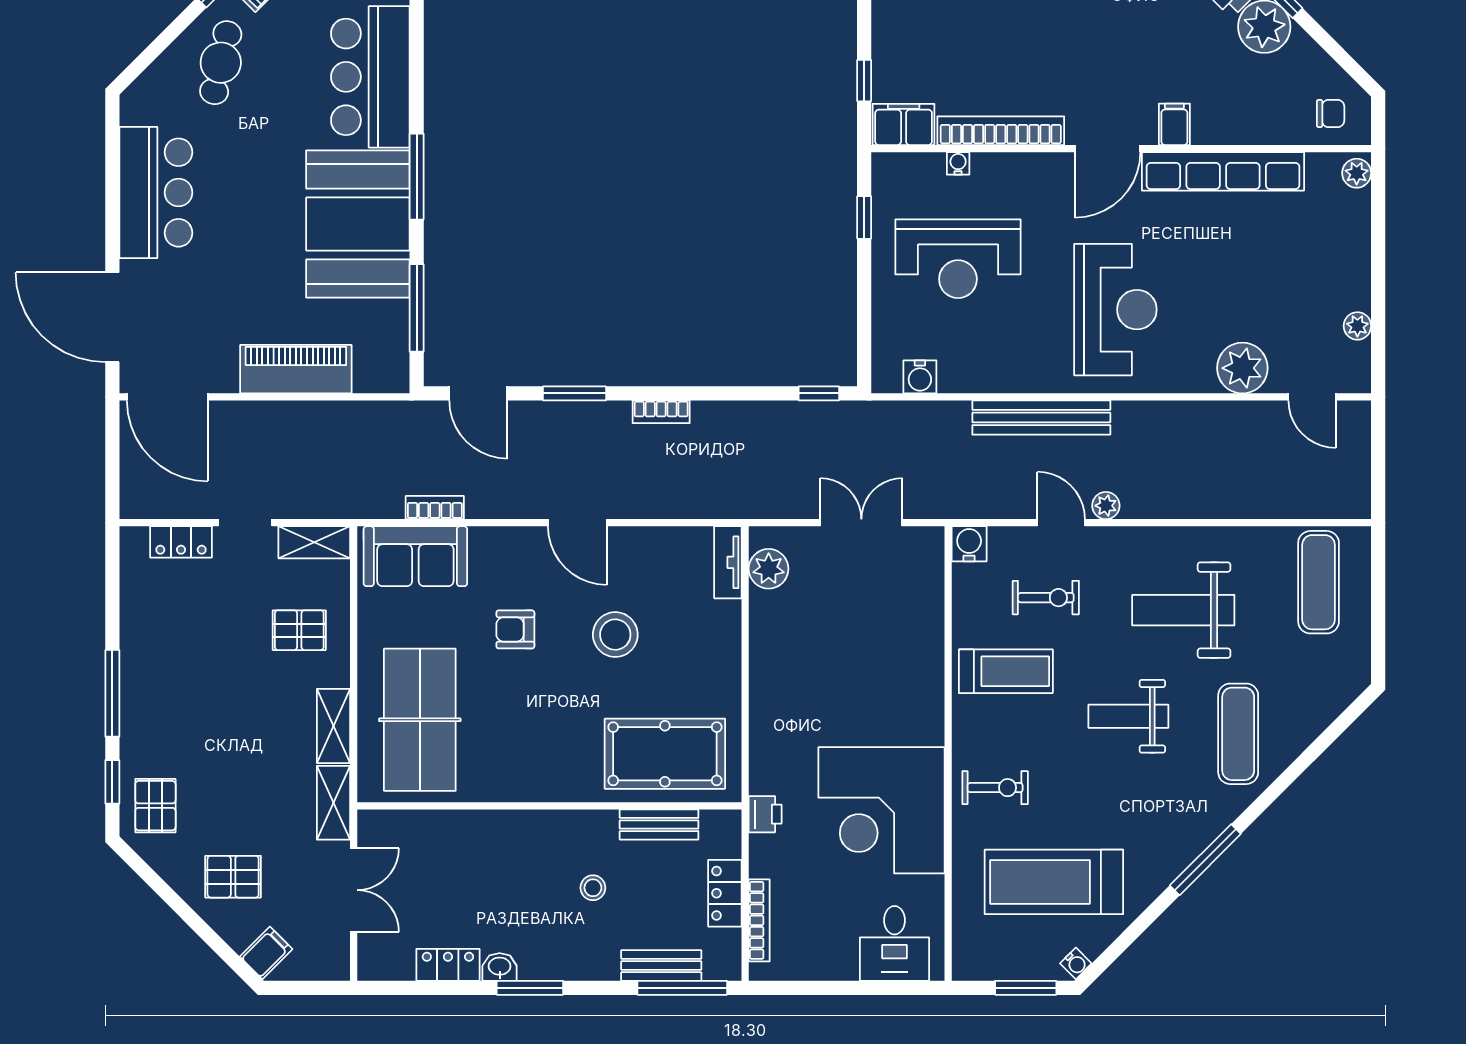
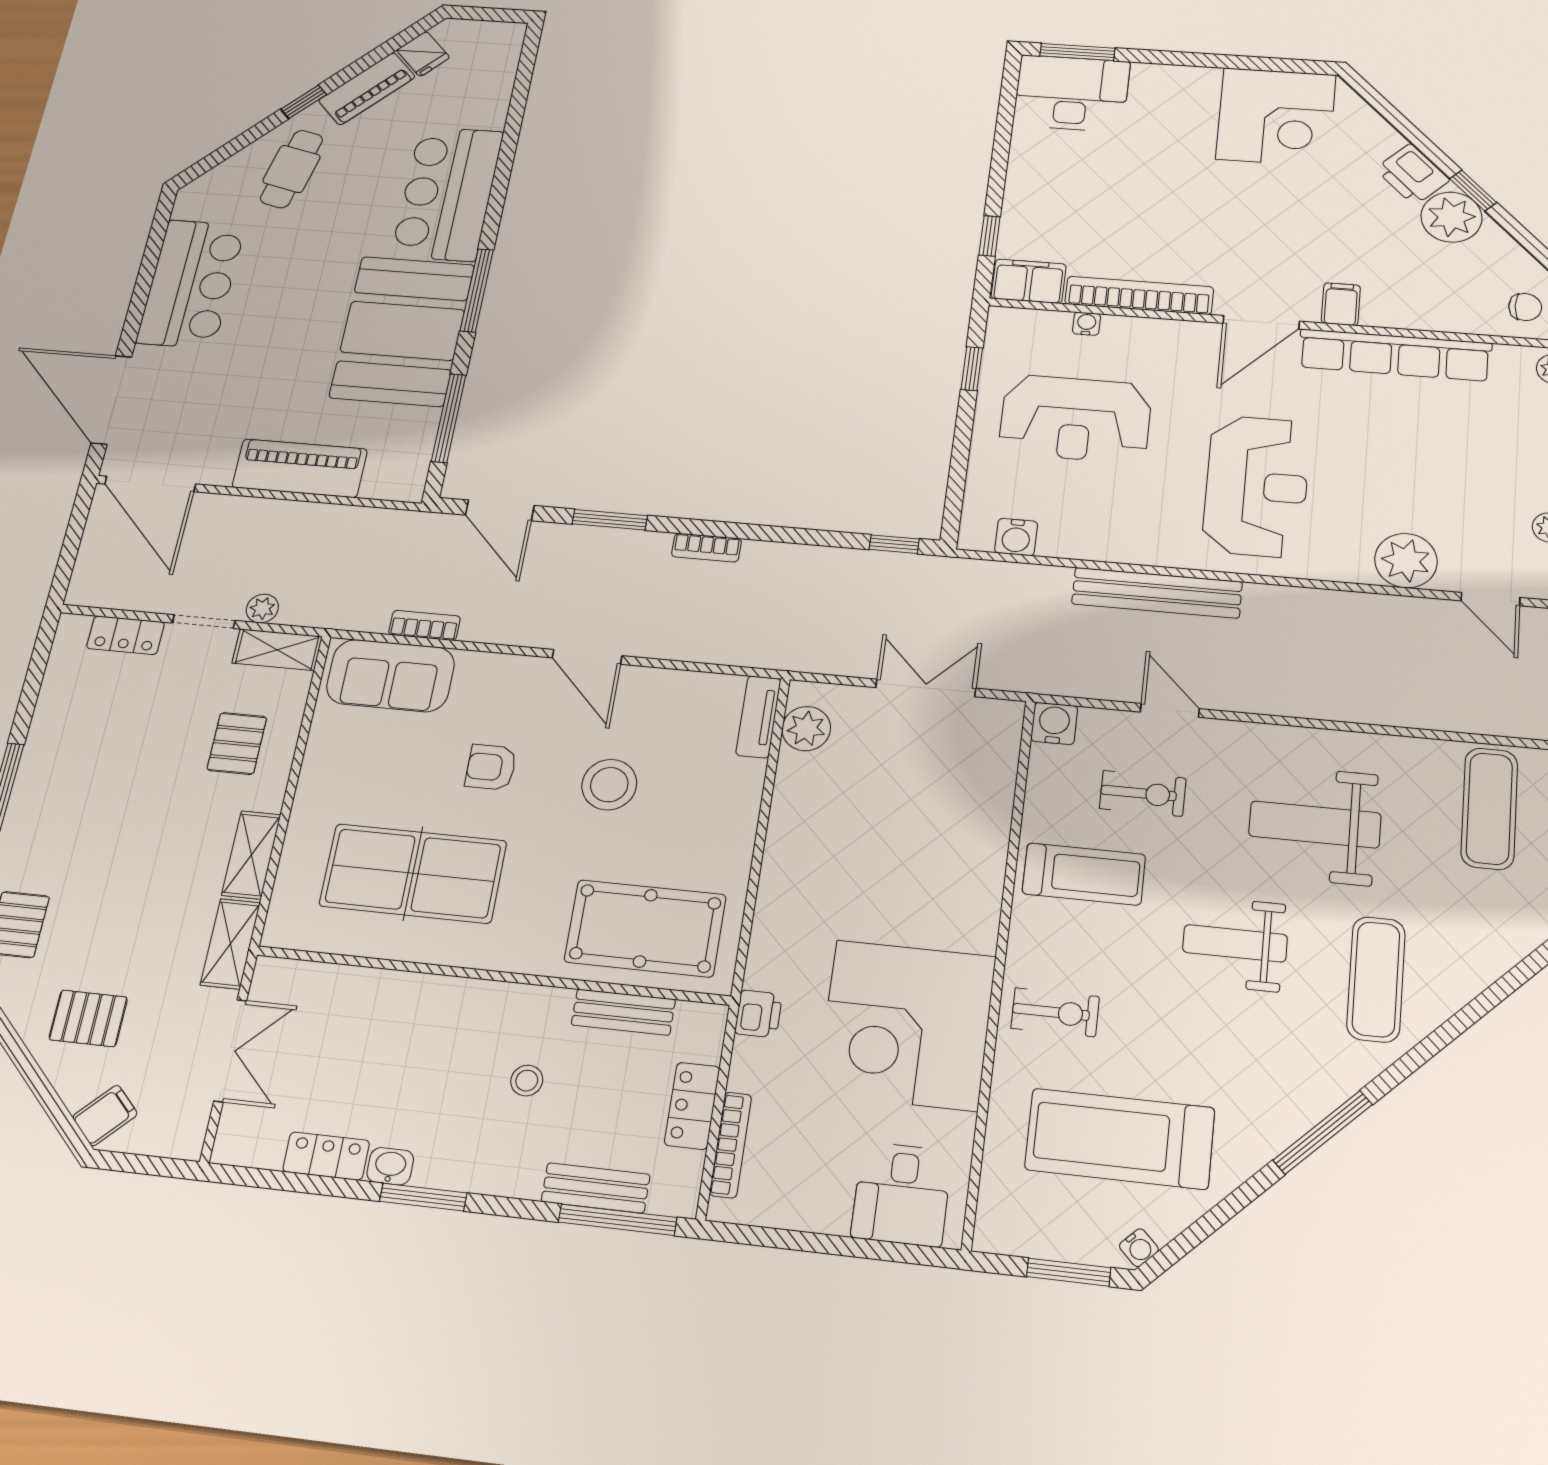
plant: (1106, 506) -> (262, 608), moved
pallet: (299, 630) -> (237, 743), turned 90
table tennis table: (420, 720) -> (413, 873), moved, turned 90

